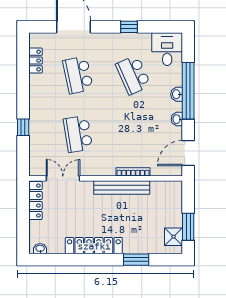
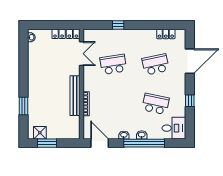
school desk: (133, 75) -> (156, 104), turned 36
locker: (94, 246) -> (34, 76), removed

